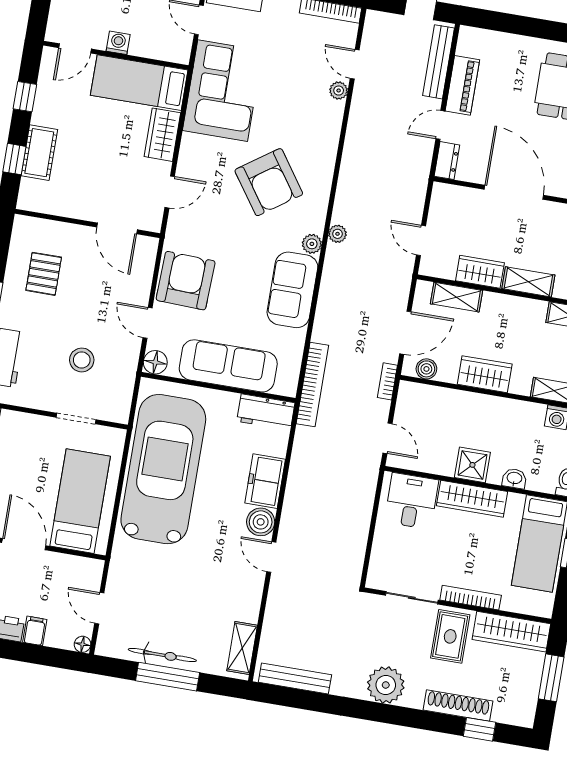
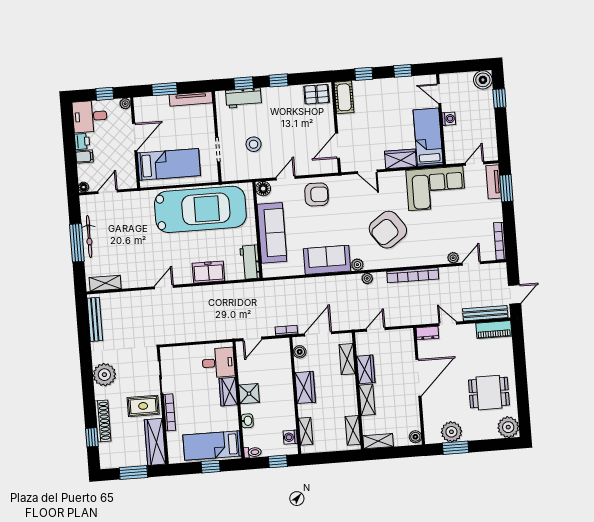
piano: (462, 85) -> (494, 330), moved
cot: (39, 153) -> (344, 97), moved, turned 90
pallet: (44, 274) -> (317, 94), moved
armchair: (186, 281) -> (317, 195), width x0.73, depth x0.73
door: (405, 333) -> (318, 334), swing flipped
bookcase: (312, 384) -> (413, 275), moved
wardrobe: (472, 499) -> (228, 392), width x0.67
boiler: (261, 522) -> (183, 275), removed

